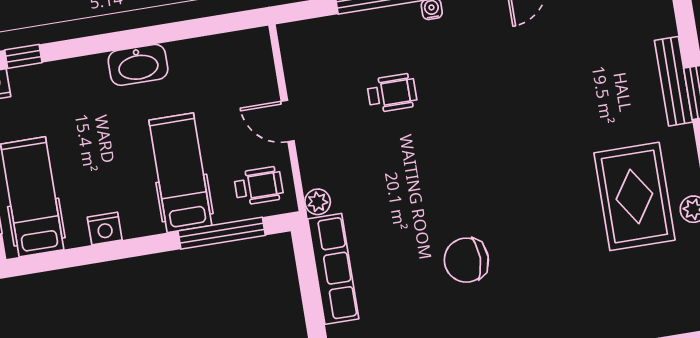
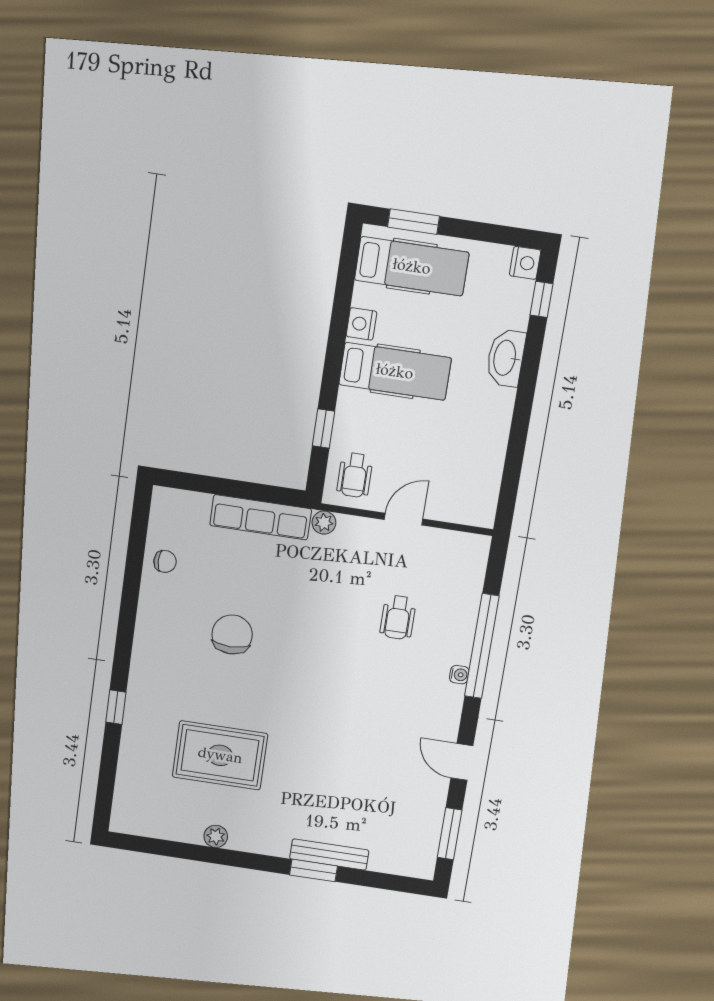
washbasin: (138, 65) -> (506, 358), moved
hospital bed: (180, 173) -> (395, 371), moved
rug: (634, 196) -> (220, 755), moved
window: (222, 233) -> (323, 429), width x0.46

